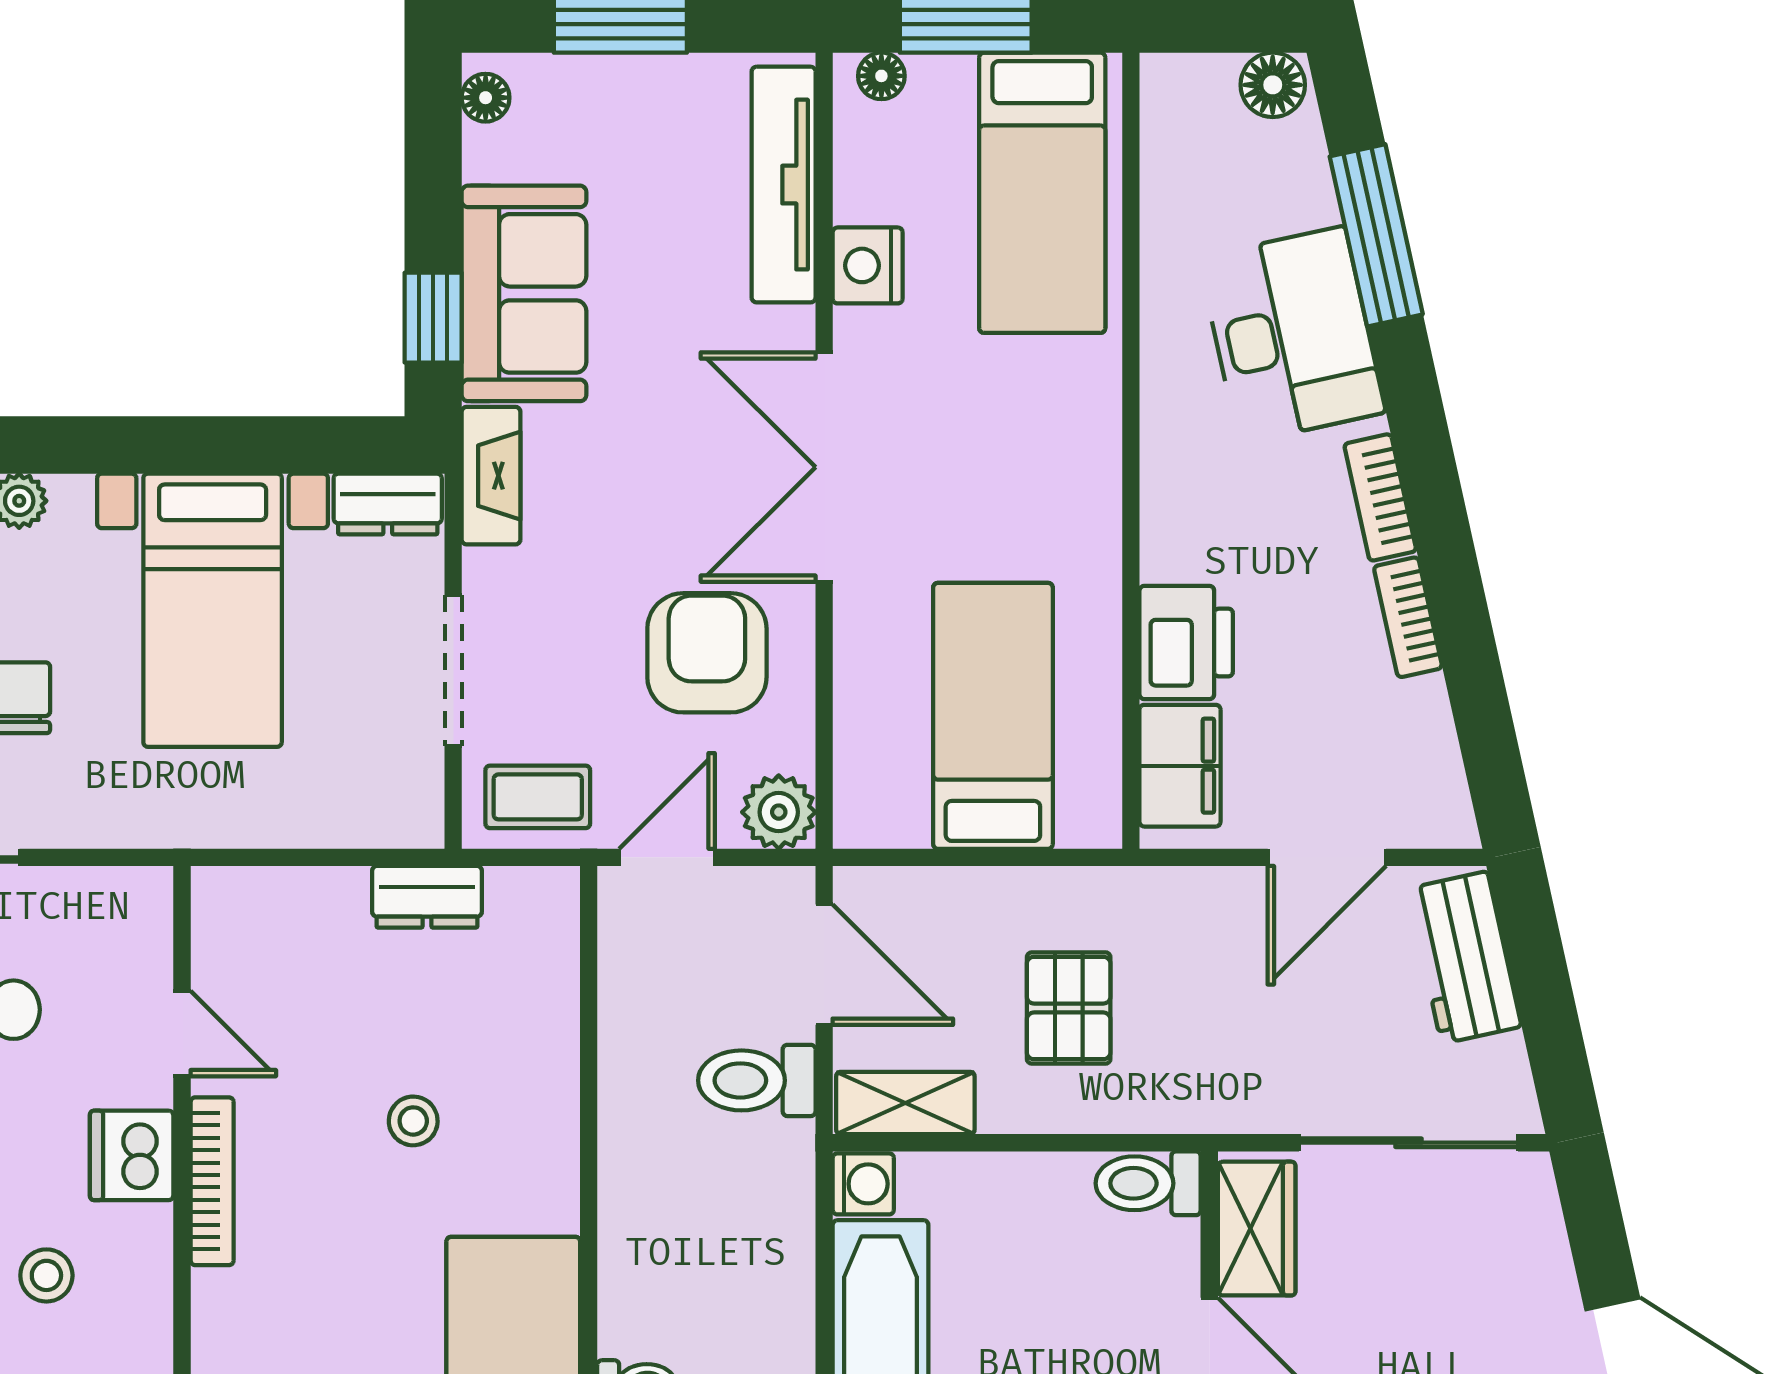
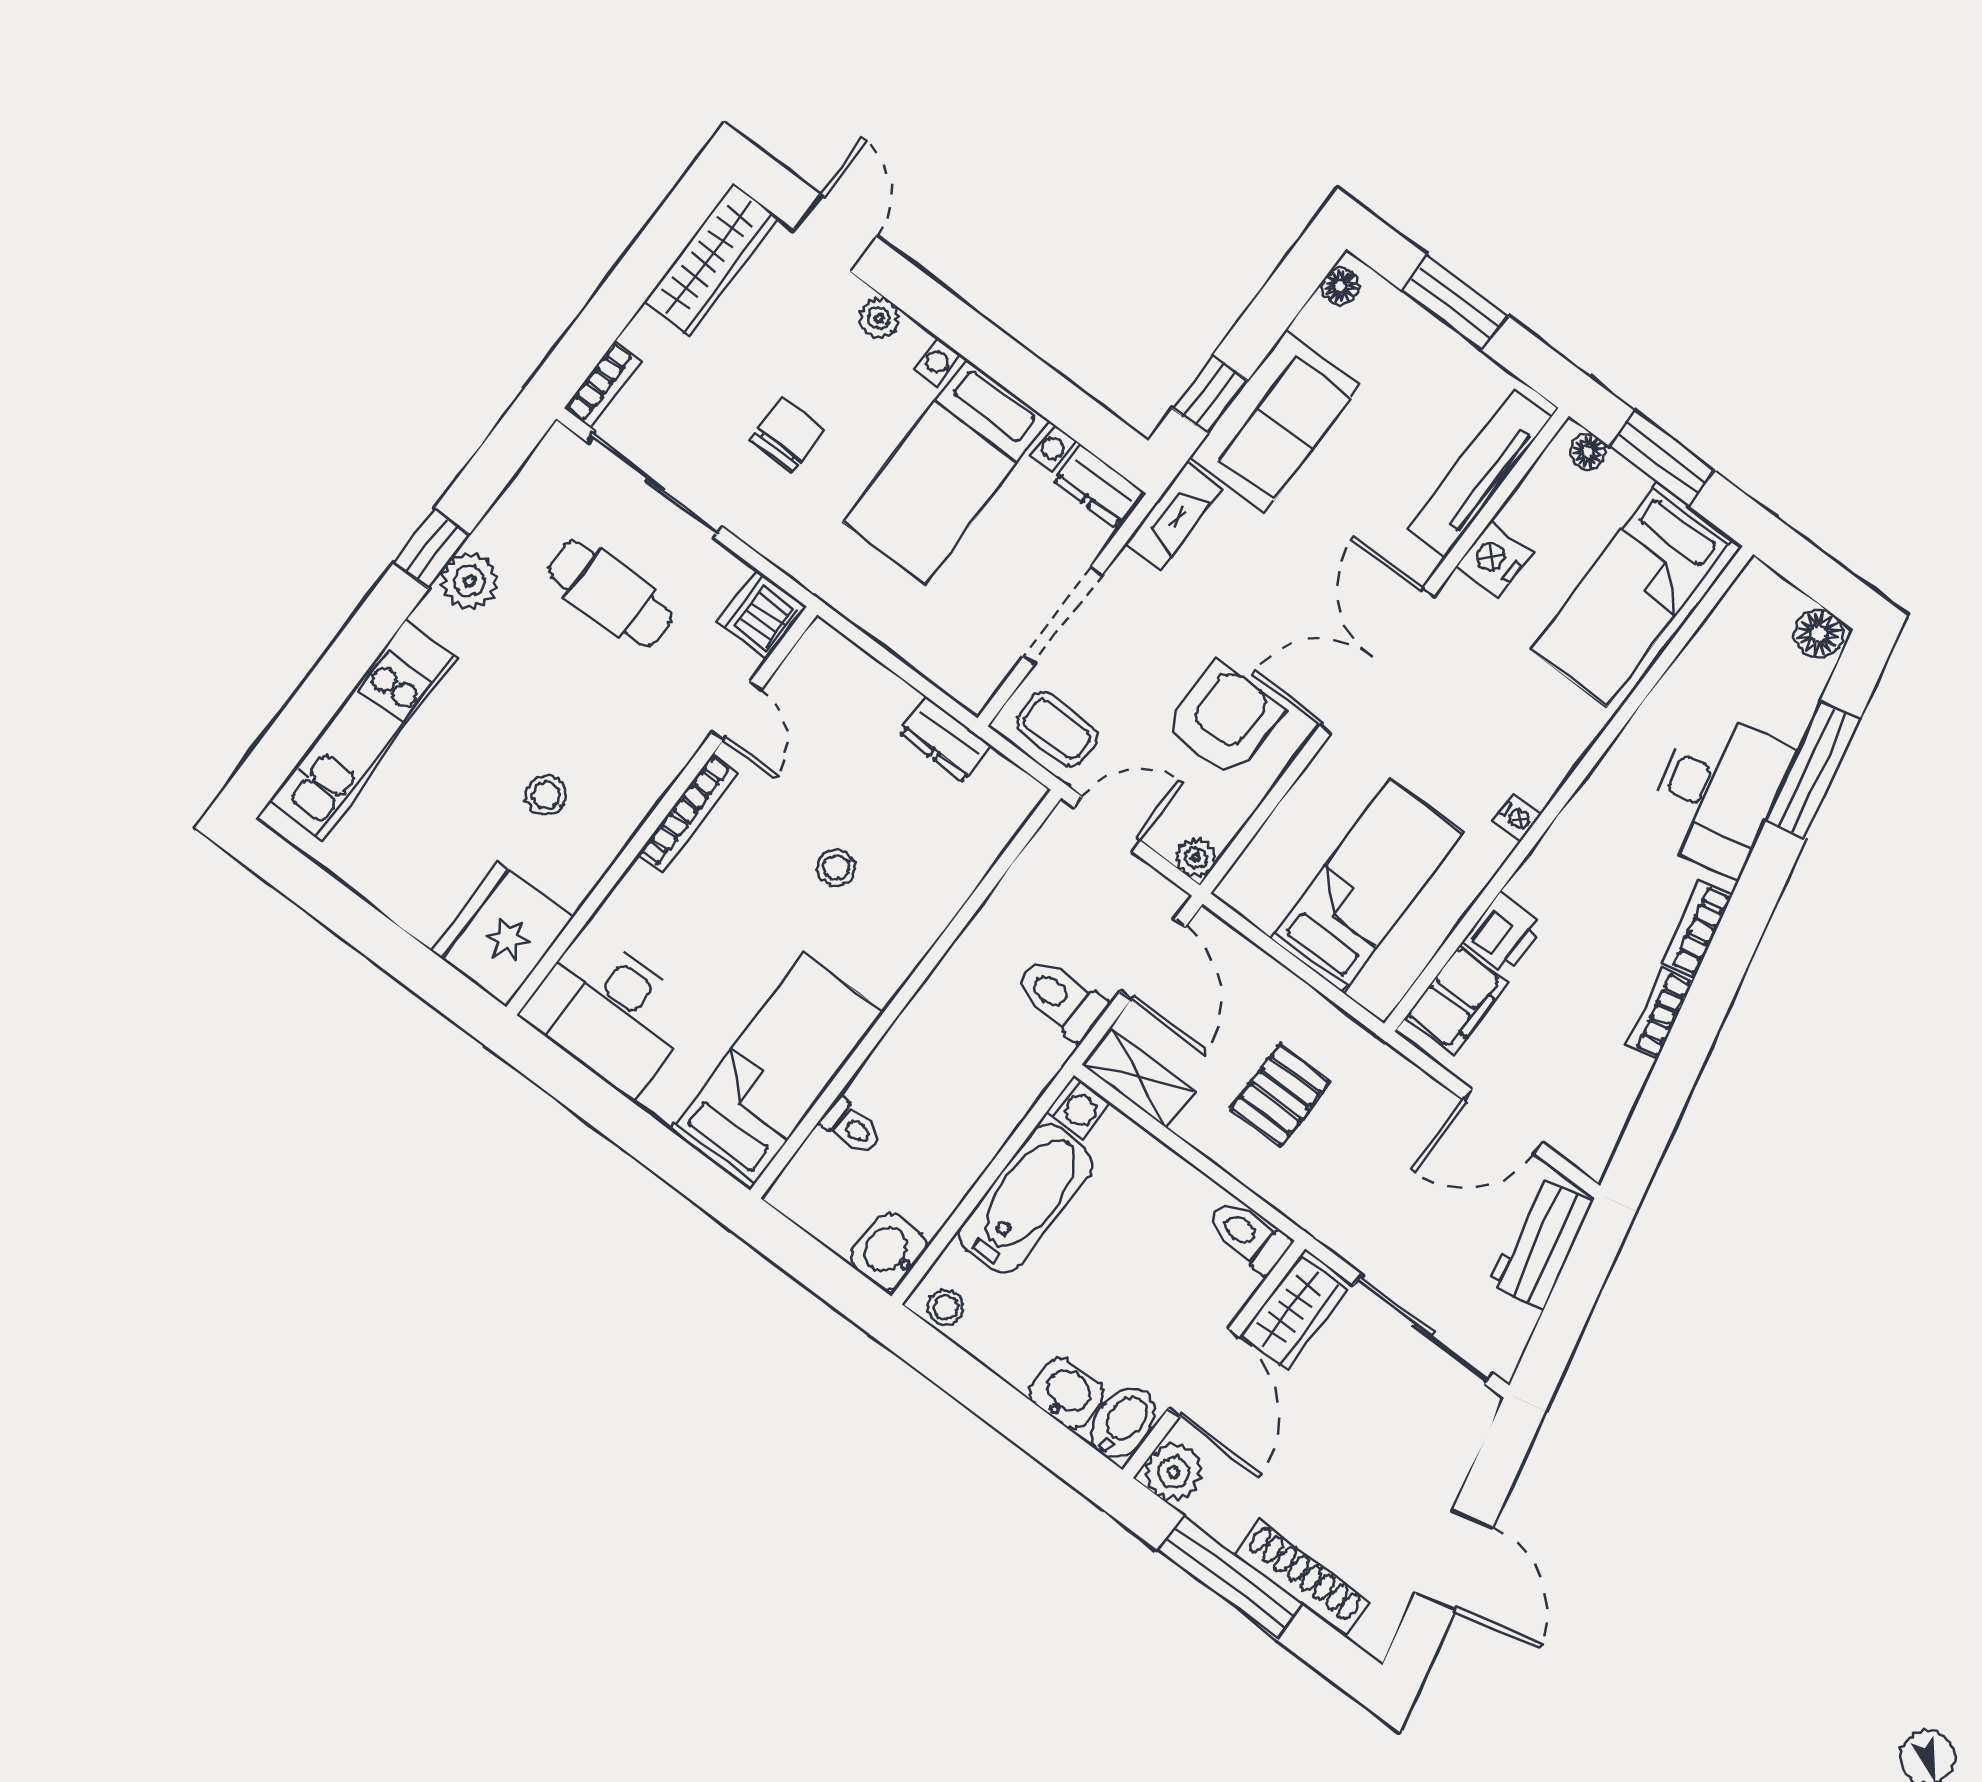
nightstand: (1099, 522) -> (1517, 817), added
printer: (1186, 643) -> (1503, 934), width x0.73, depth x0.81
plant: (779, 812) -> (1196, 858), width x0.73, depth x0.73
dishwasher: (132, 1155) -> (762, 615), moved

